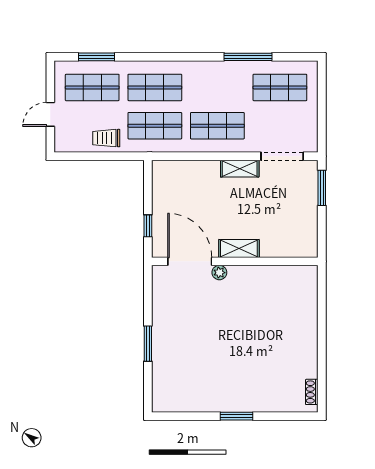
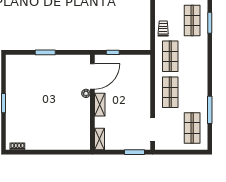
shop shelf: (155, 87) -> (192, 56), removed
shelving: (240, 169) -> (99, 139), moved

